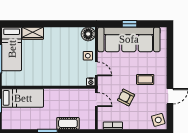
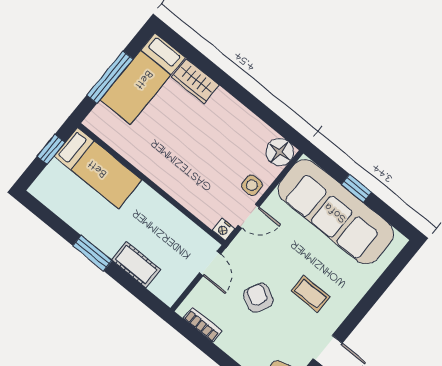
door: (96, 69) -> (249, 216), hinge flipped

